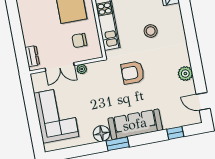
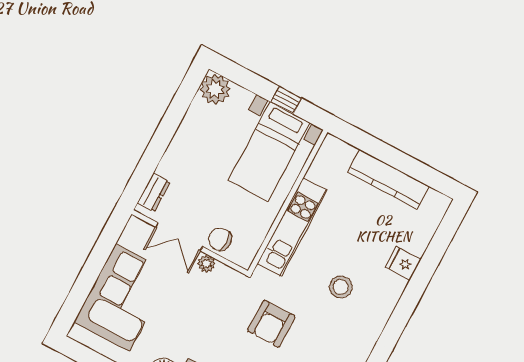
chair: (79, 40) -> (220, 239), moved
armchair: (133, 73) -> (271, 324), turned -90

